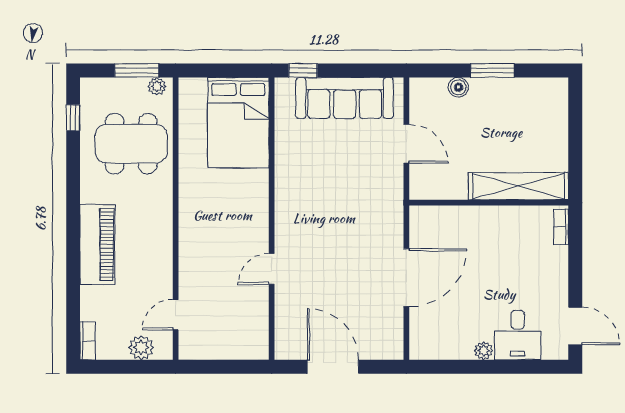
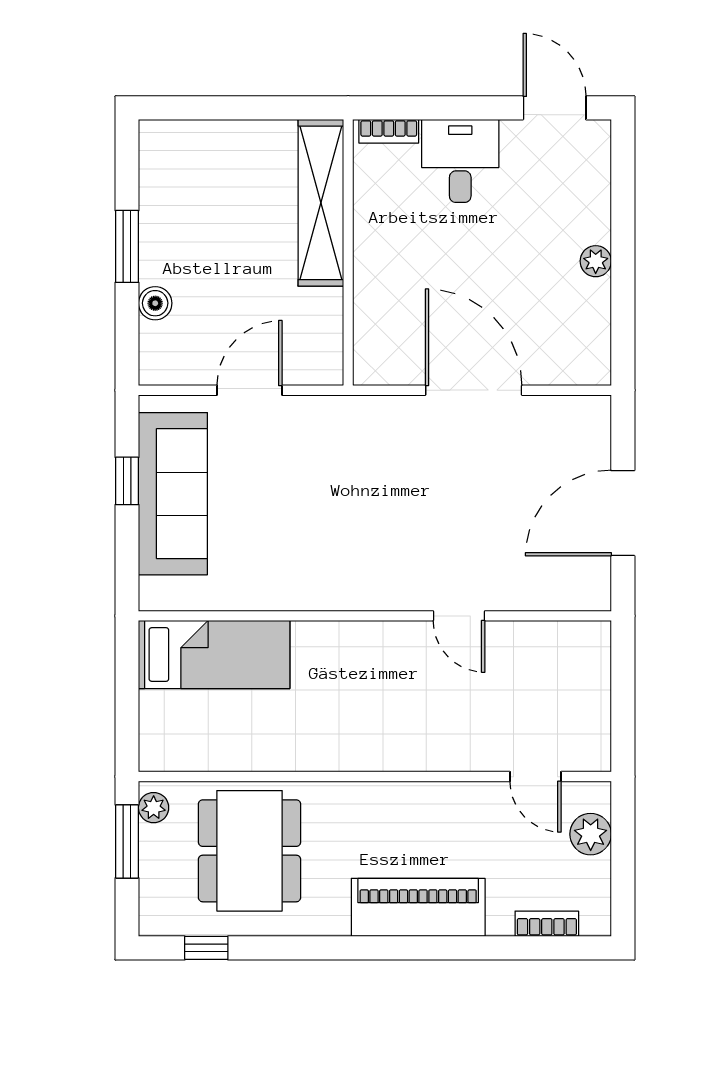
window: (303, 70) -> (127, 481), moved
bed: (238, 123) -> (214, 654), width x0.67
door: (575, 326) -> (555, 108), hinge flipped
desk: (518, 335) -> (460, 161), moved, turned -90
bookcase: (88, 341) -> (547, 924), moved

